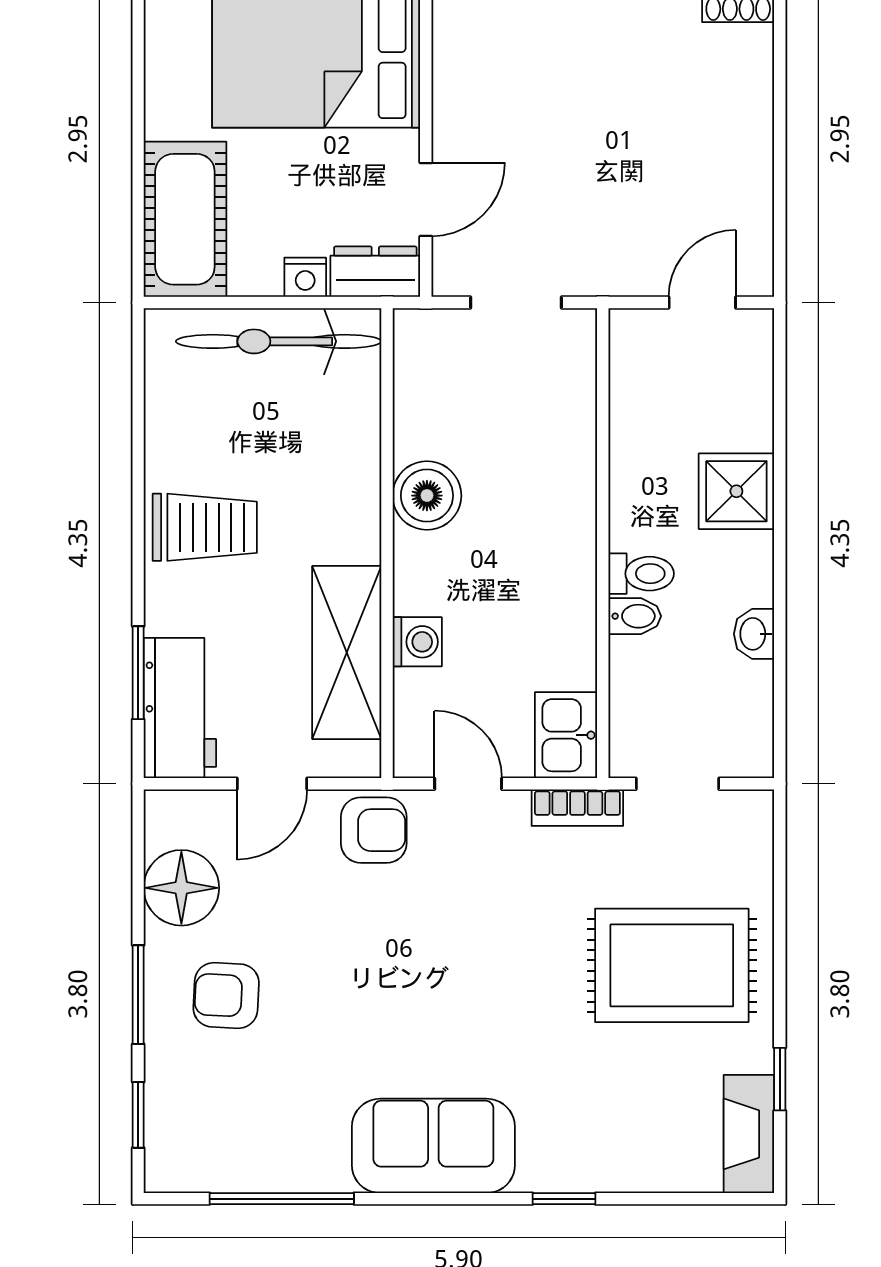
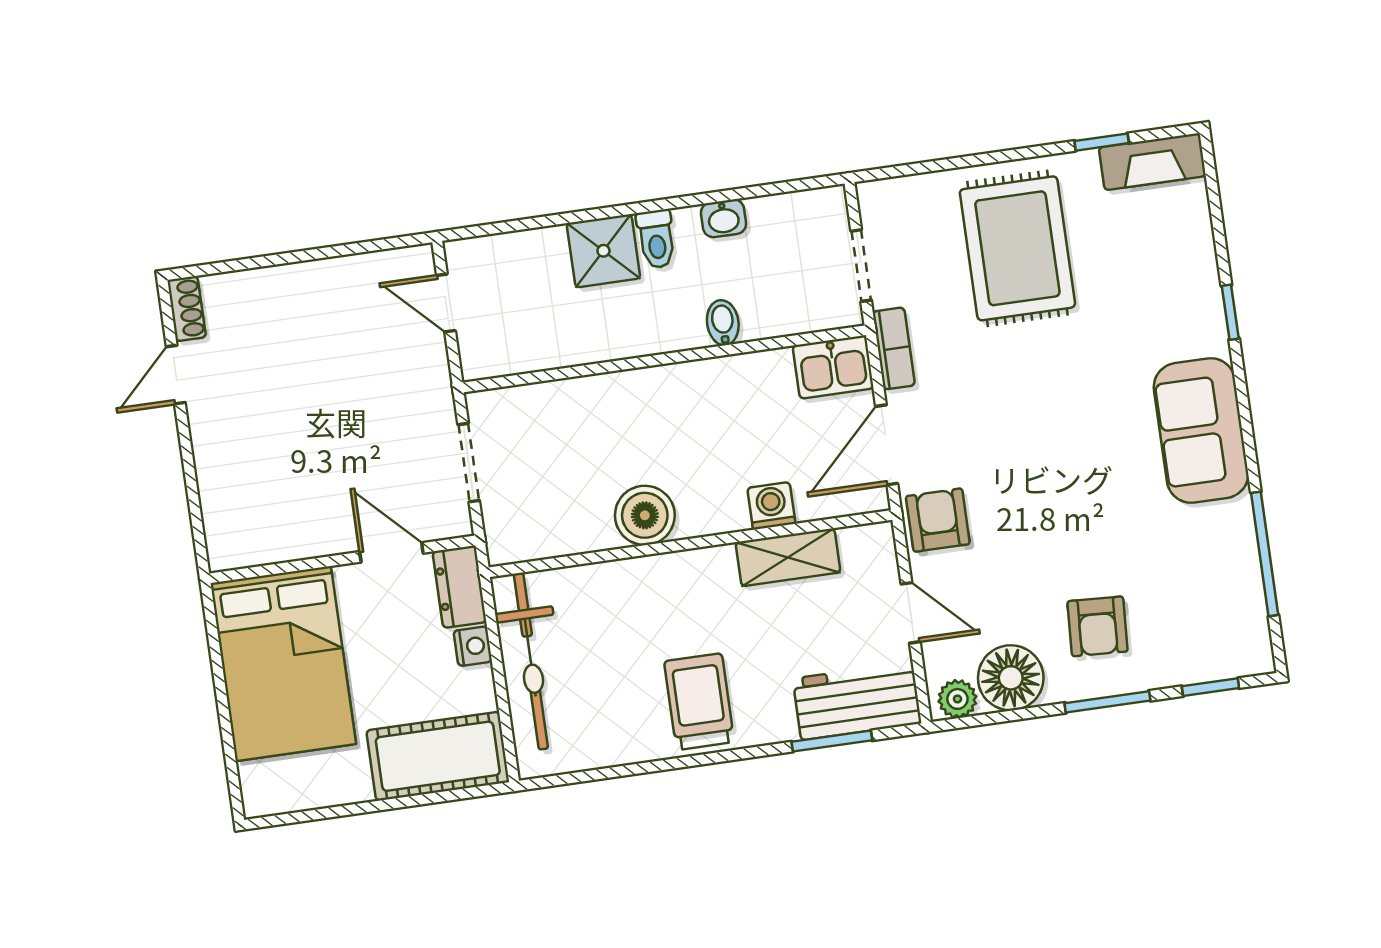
toilet: (641, 574) -> (656, 239), moved, turned 180
shelving: (347, 652) -> (788, 557), width x0.67, depth x0.75
door: (468, 784) -> (887, 445), width x1.38
plant: (166, 823) -> (957, 699), added

